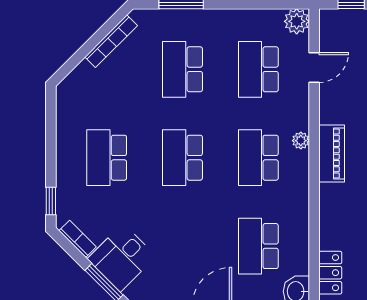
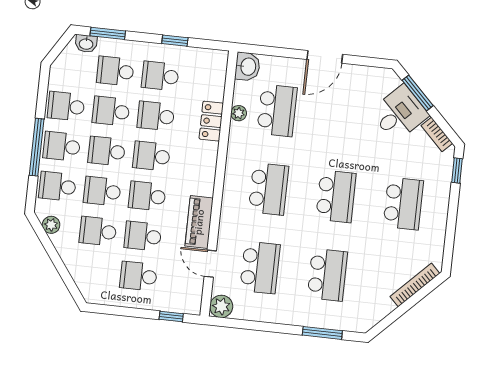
bookcase: (111, 41) -> (415, 285), moved
door: (314, 67) -> (210, 264), hinge flipped
plant: (301, 141) -> (239, 113), moved
piano: (332, 153) -> (199, 222), moved
locker: (330, 273) -> (211, 121), moved

